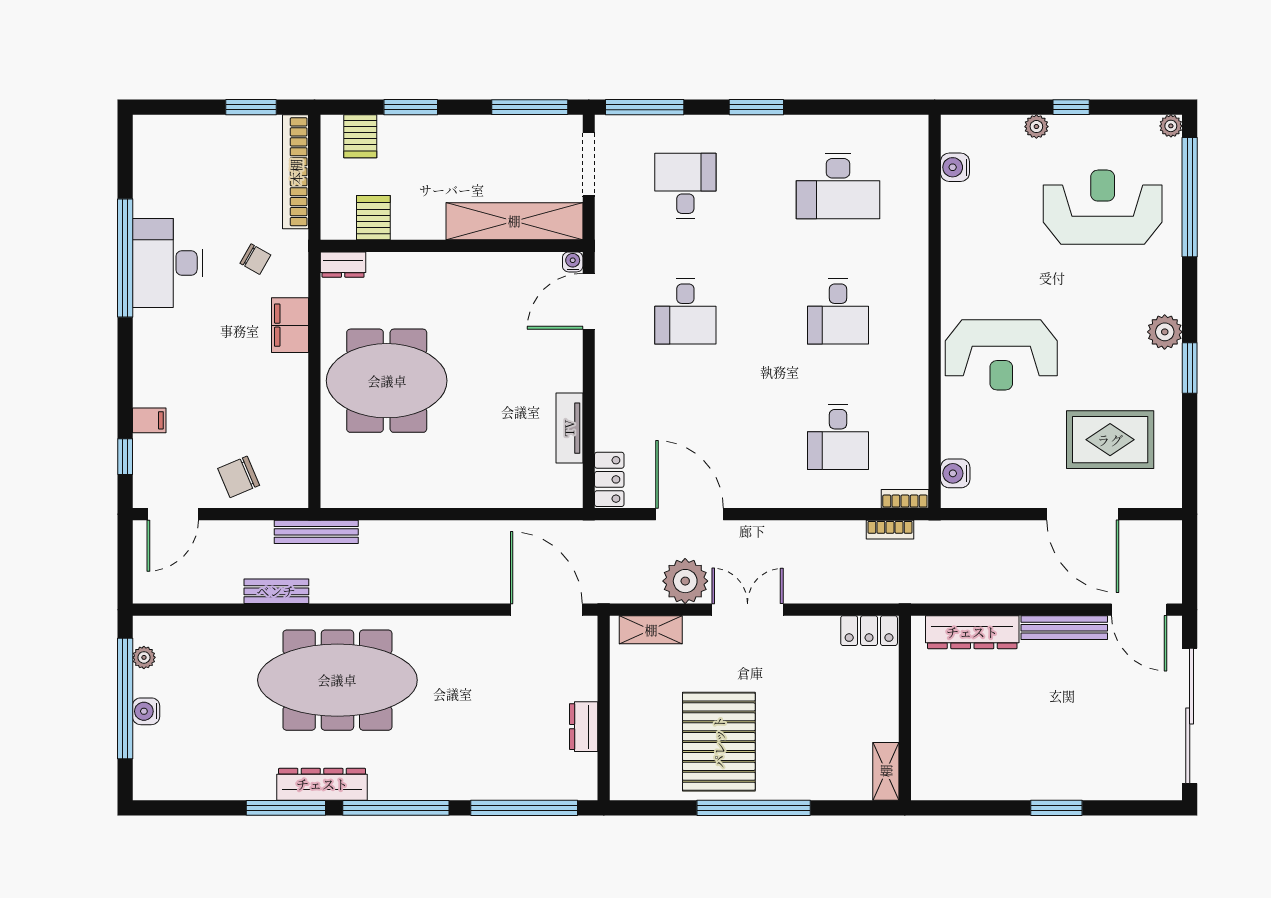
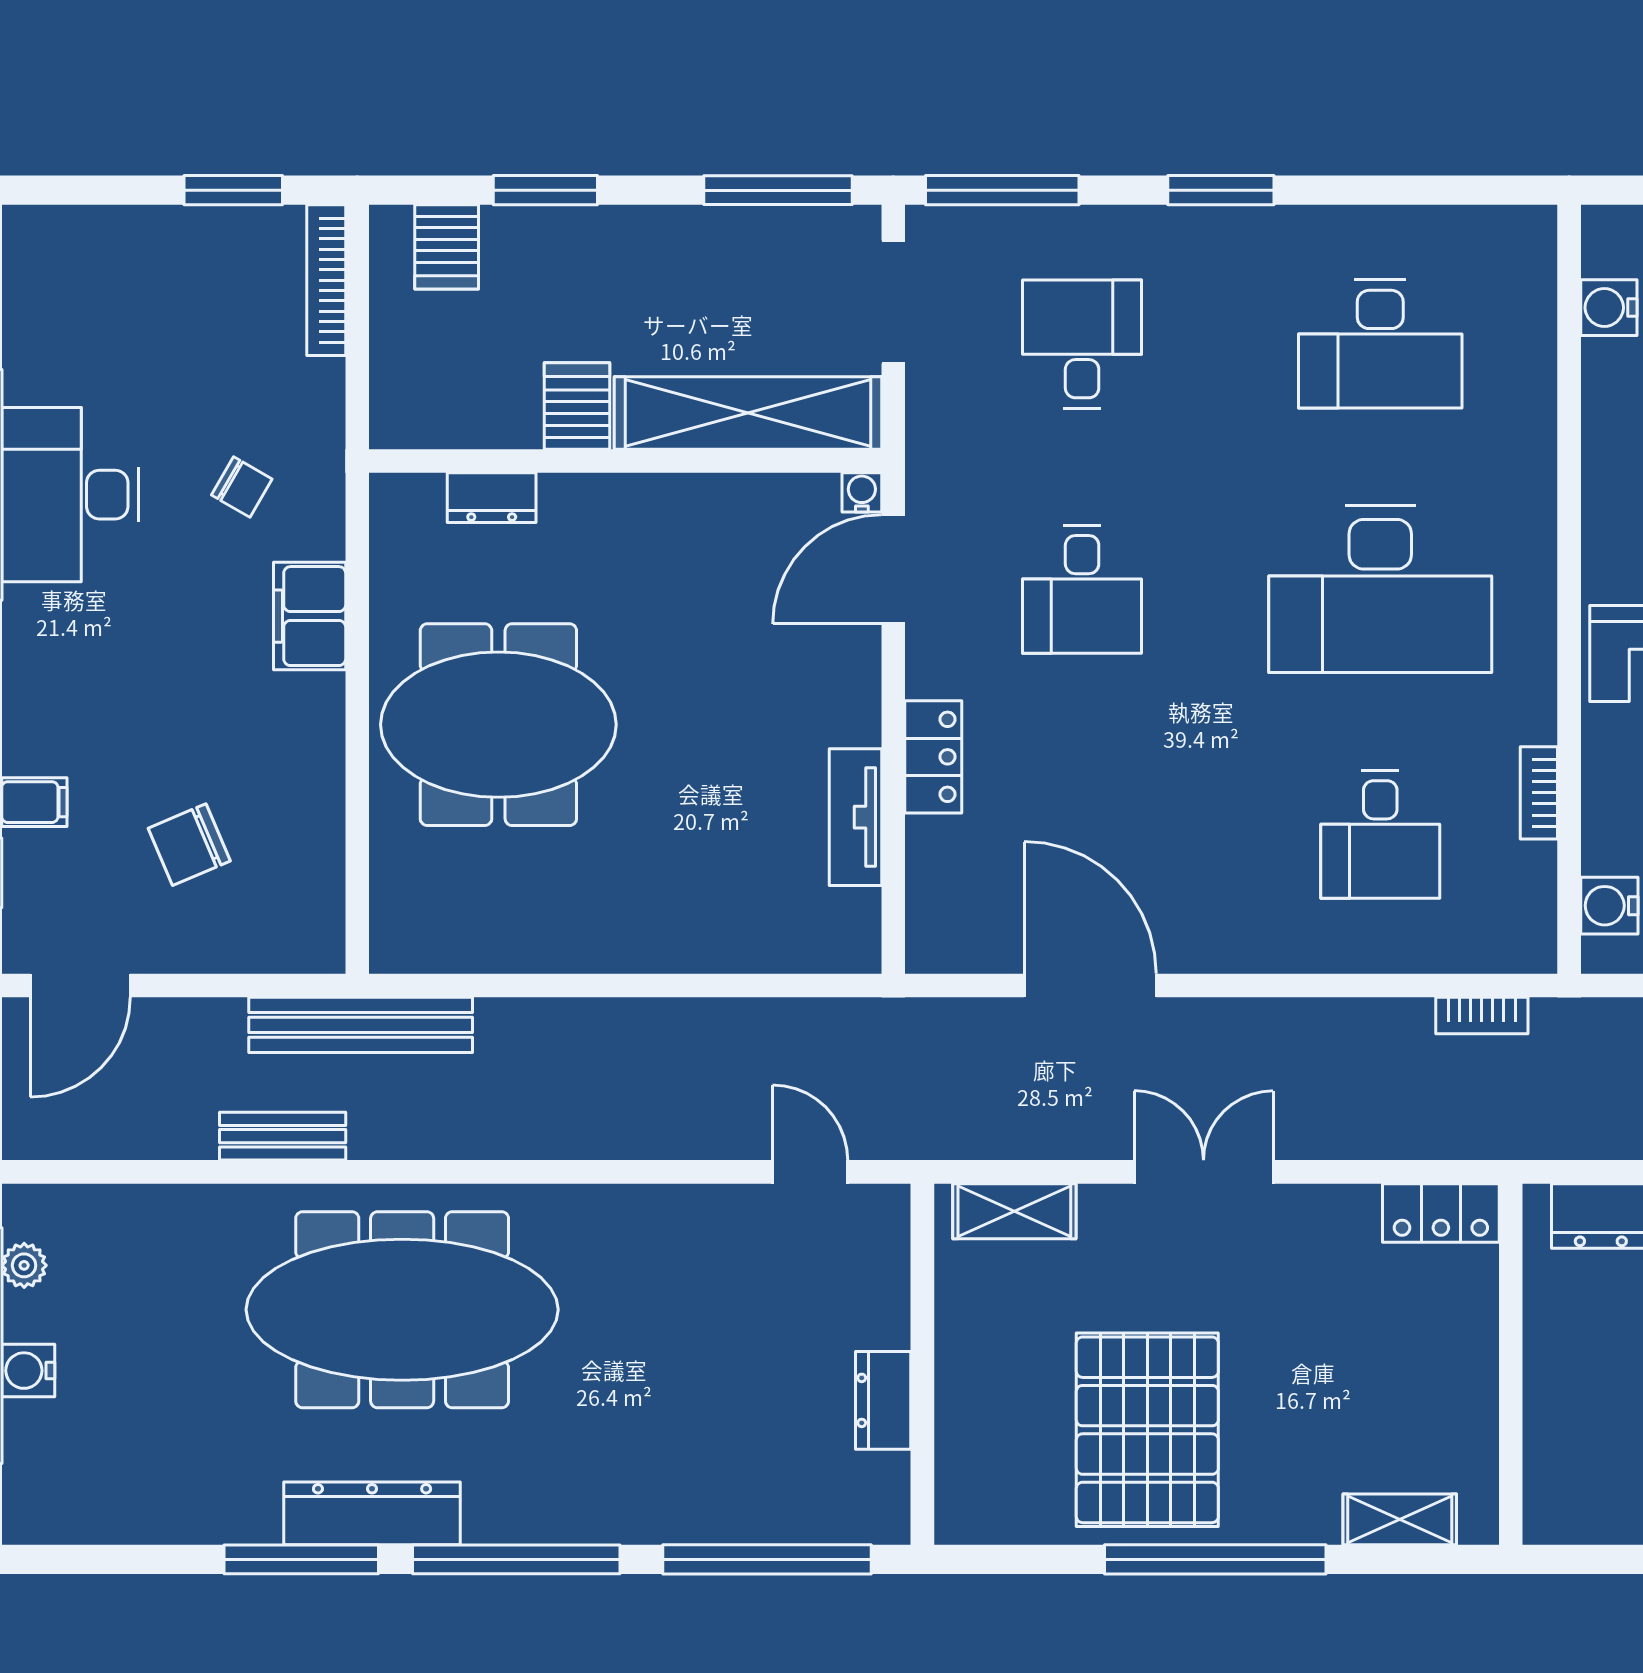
bookcase: (296, 172) -> (326, 280), width x0.68, depth x0.76
server rack: (373, 218) -> (577, 406), moved
dresser: (343, 265) -> (492, 498), moved
desk: (838, 311) -> (1380, 589), width x1.87, depth x1.30
chair: (239, 477) -> (189, 845), moved
locker: (609, 479) -> (933, 757), moved
bookcase: (905, 499) -> (1539, 793), moved, turned -90
bench: (316, 532) -> (361, 1025), width x1.37, depth x1.21
plant: (685, 581) -> (1082, 1116), removed
door: (546, 610) -> (810, 1172), width x0.53
shelving: (886, 771) -> (1400, 1519), moved, turned 90

